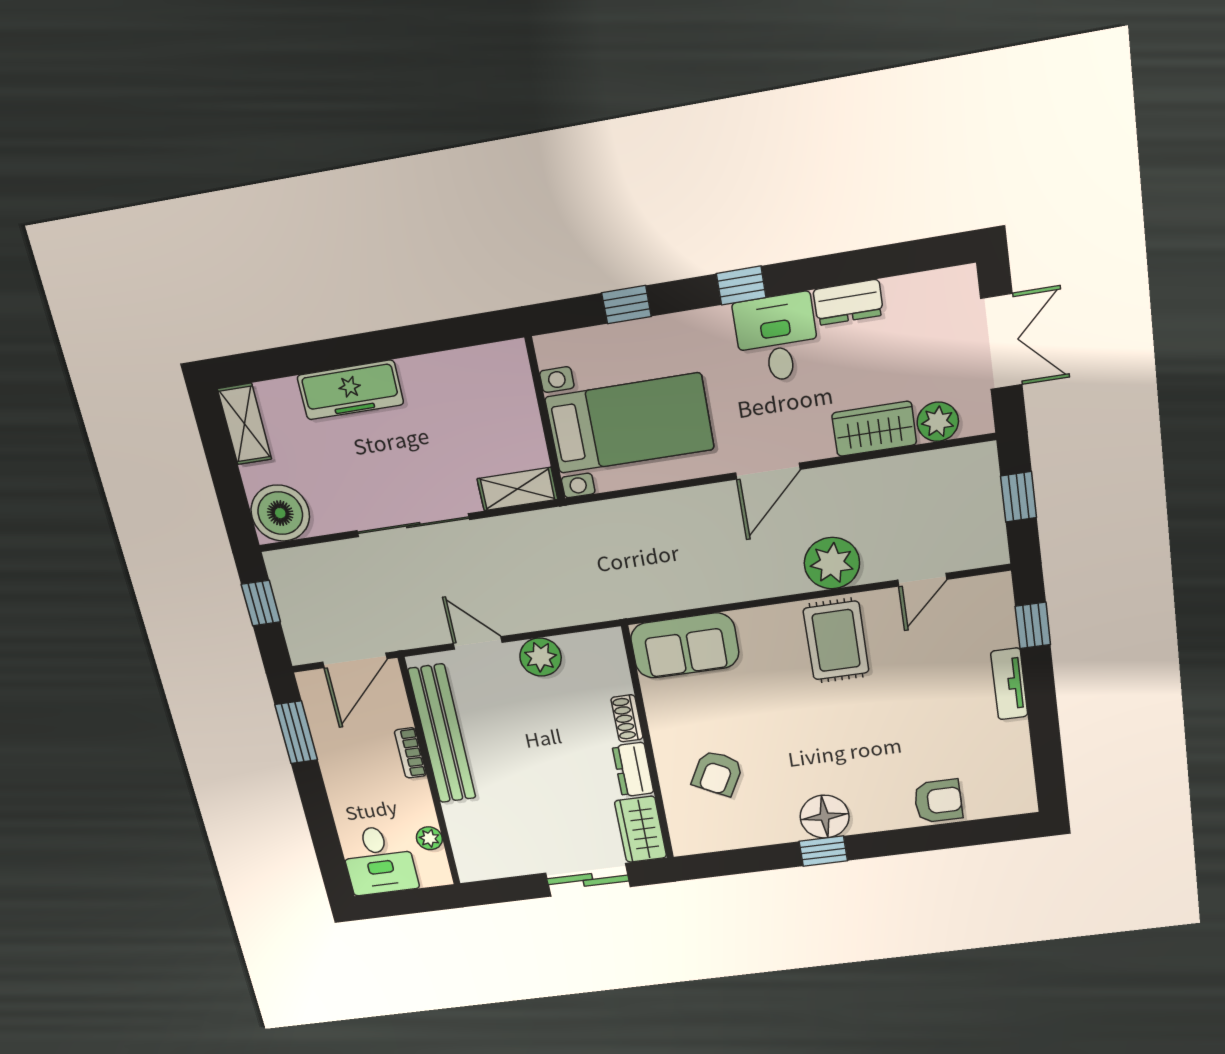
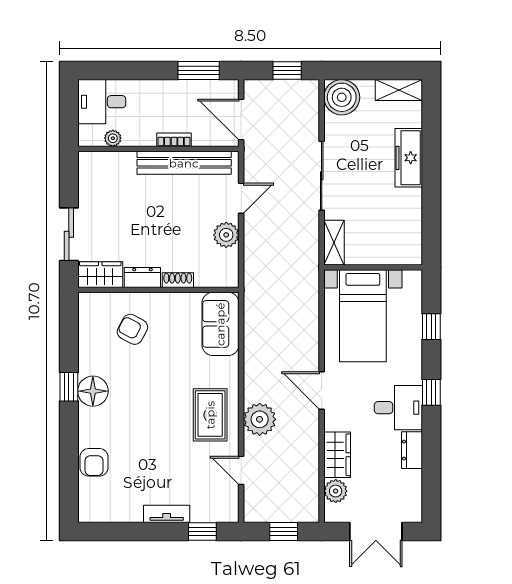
rug: (836, 641) -> (210, 415), turned 90

